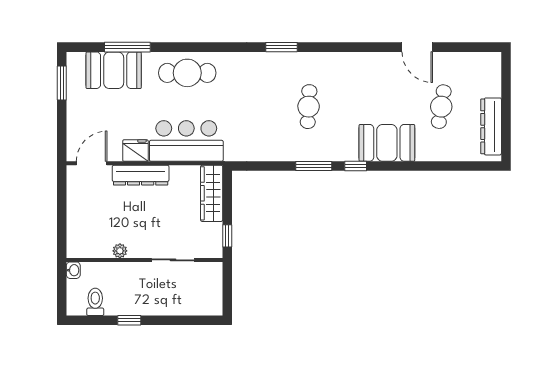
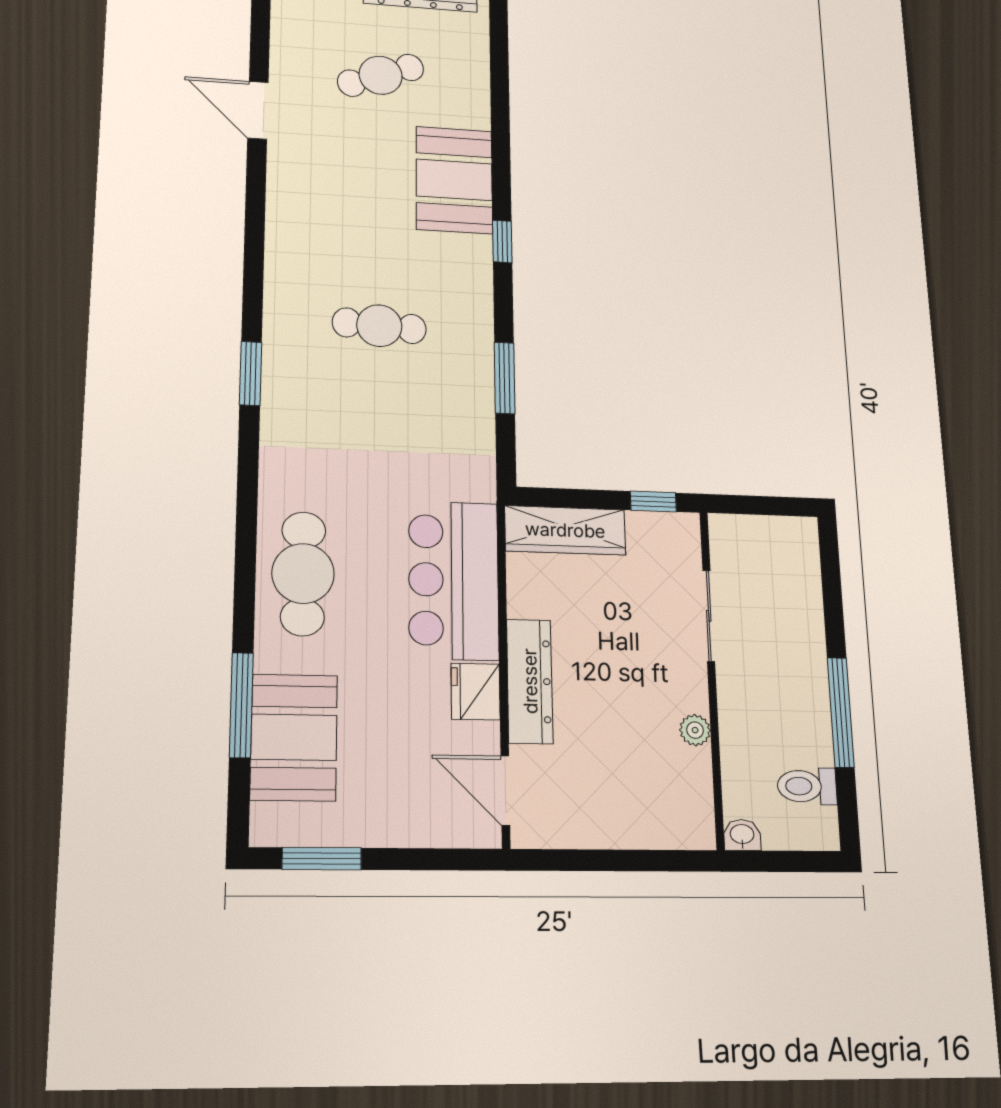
door: (417, 47) -> (258, 110), swing flipped
cafe table: (441, 107) -> (381, 75), turned -30
window: (314, 166) -> (505, 378), moved
window: (129, 320) -> (841, 712), width x2.17

